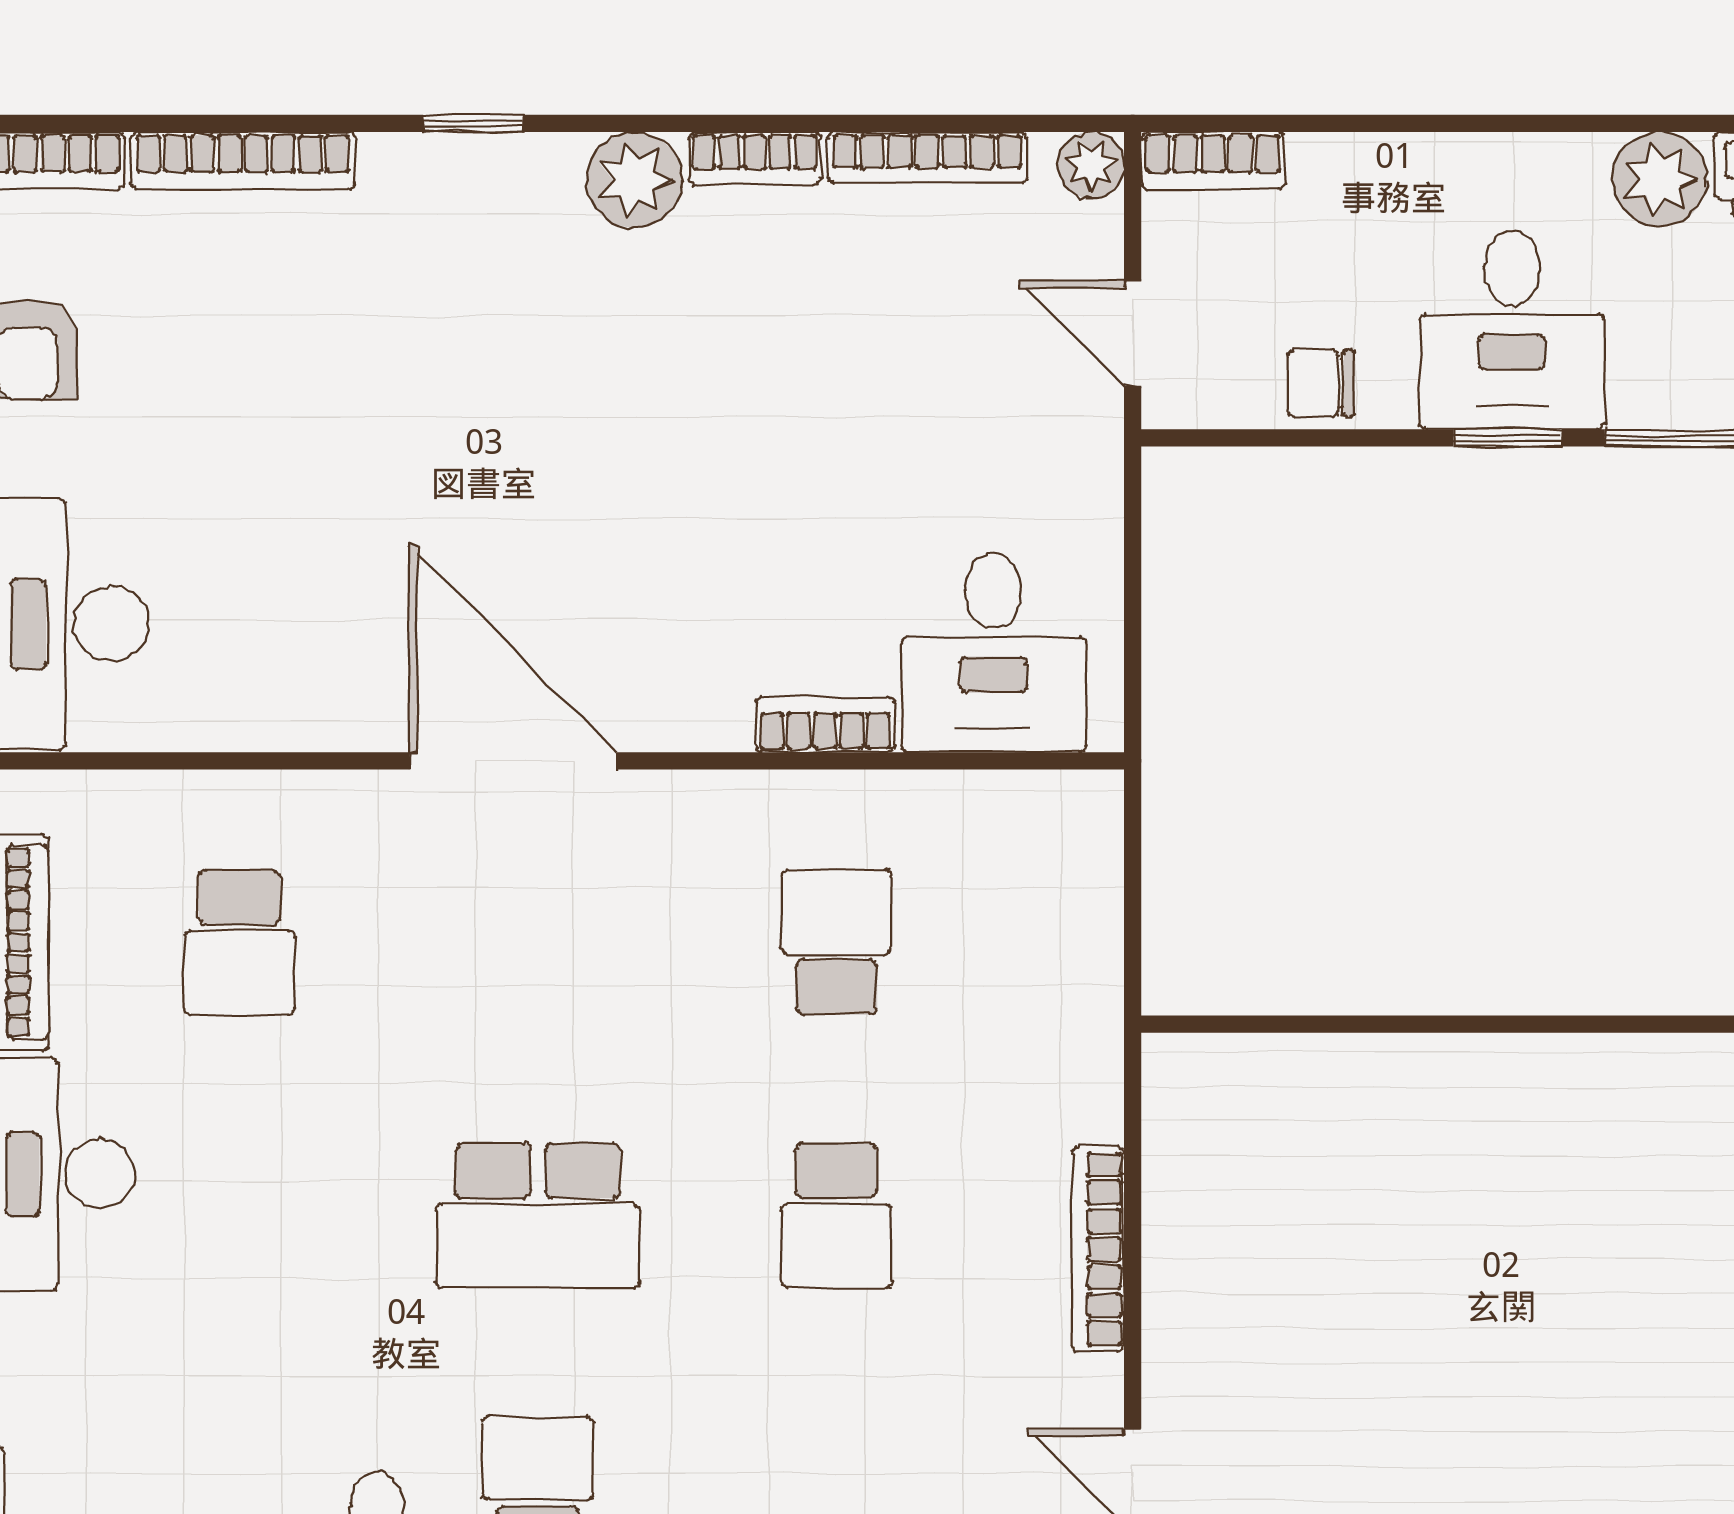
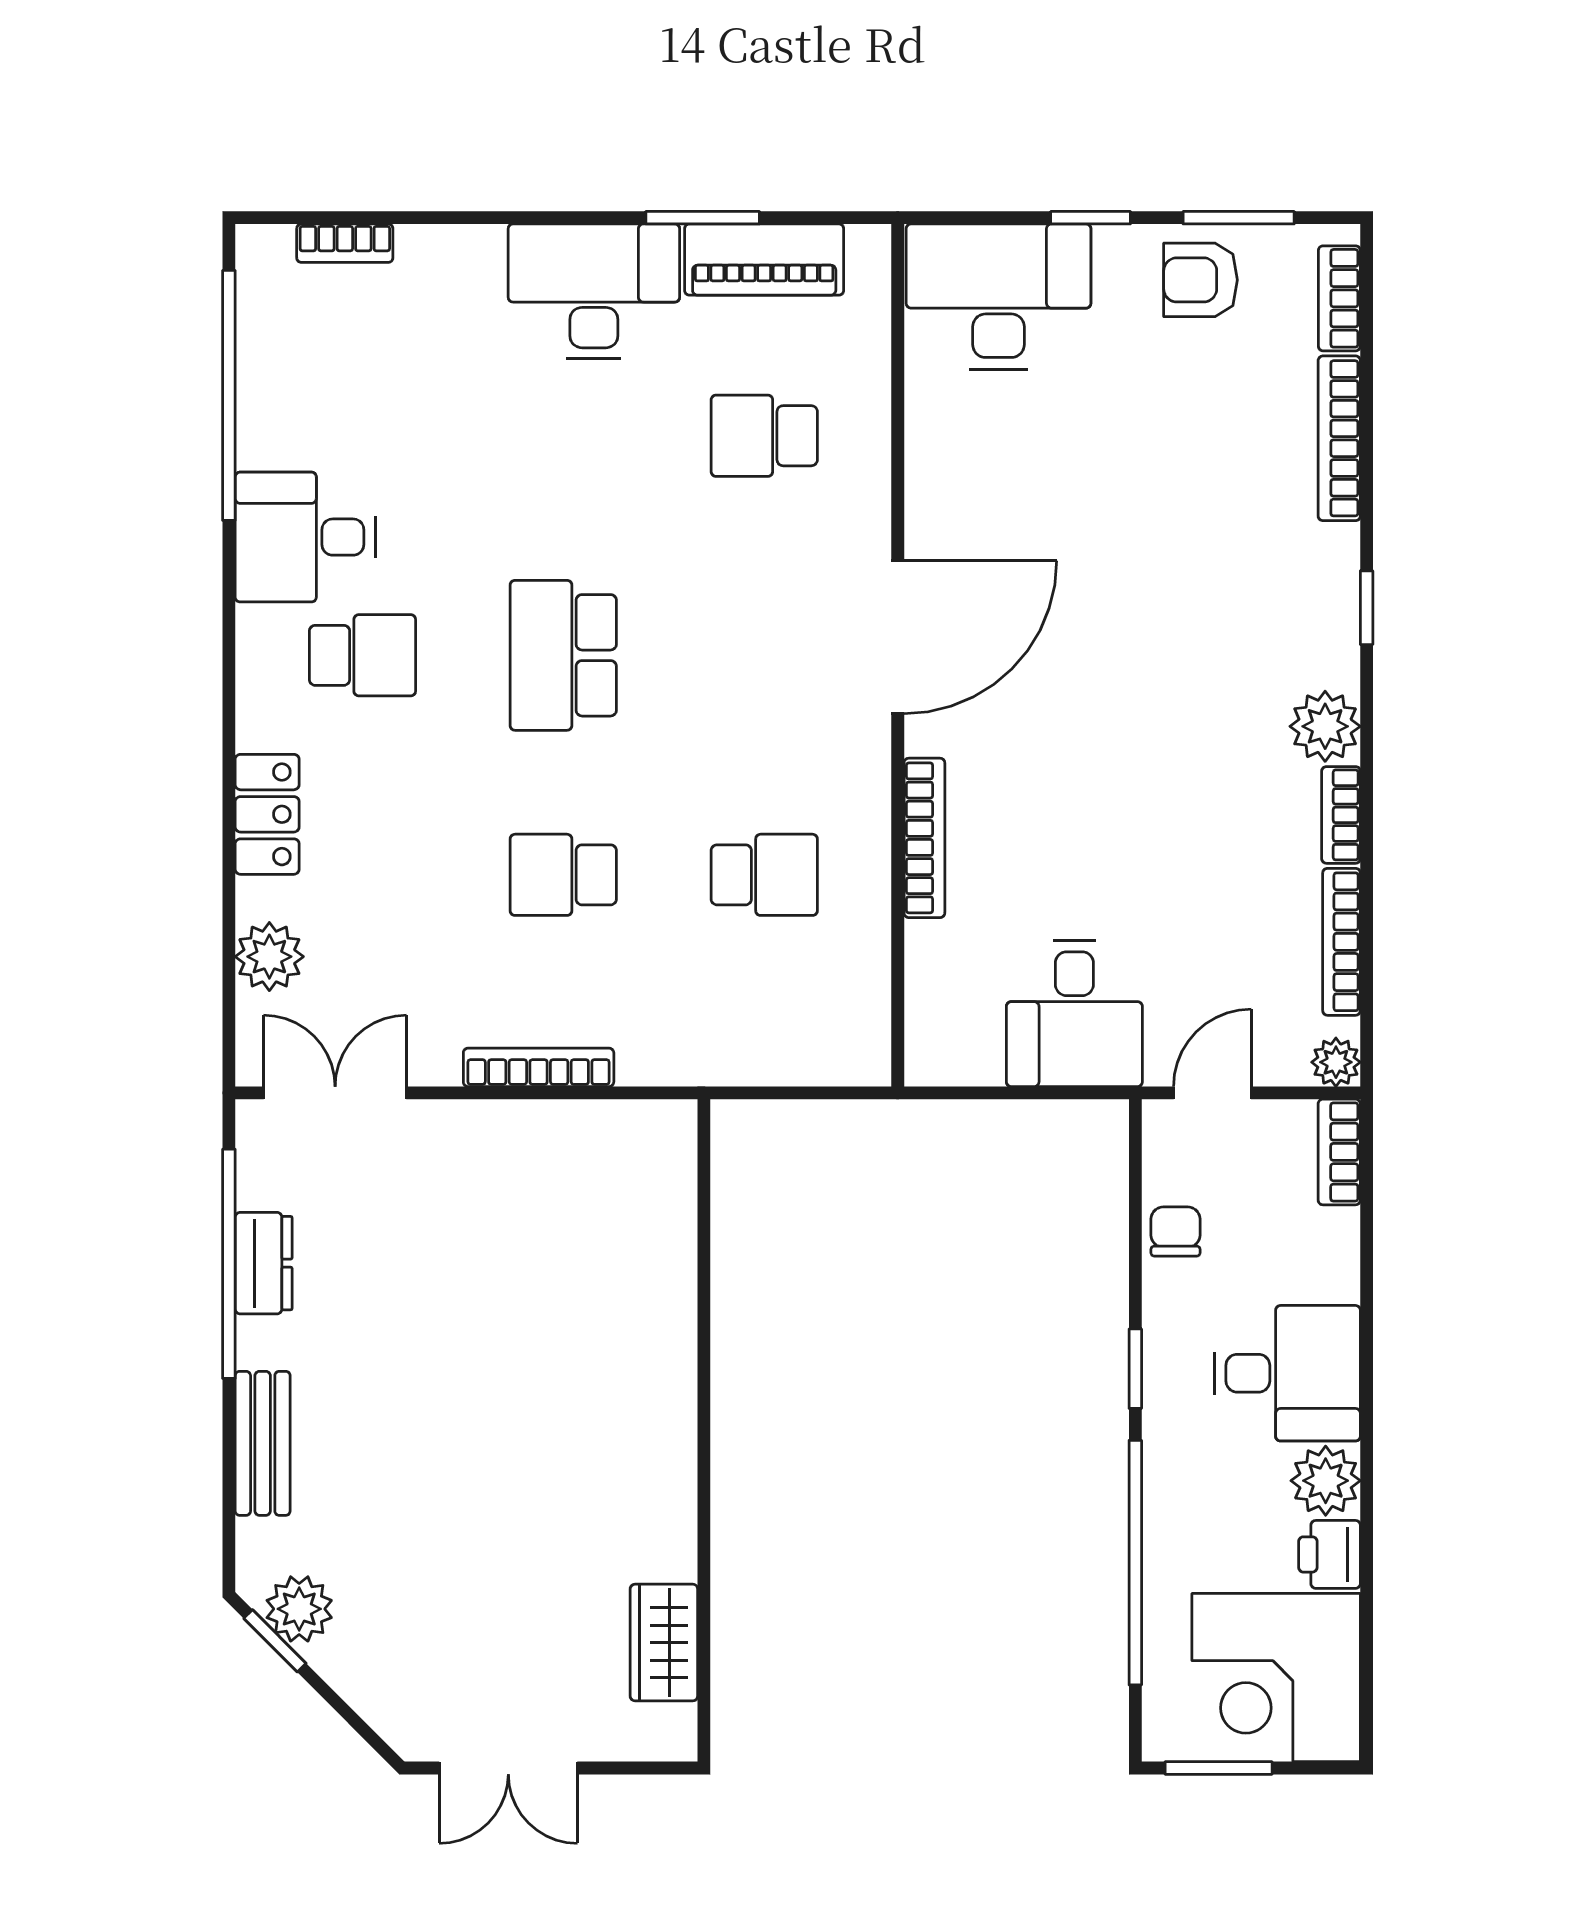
desk: (1512, 330) -> (1287, 1373), moved, turned 180
desk: (994, 653) -> (1074, 1013), moved, turned -90
bookcase: (825, 725) -> (924, 838), width x1.56

